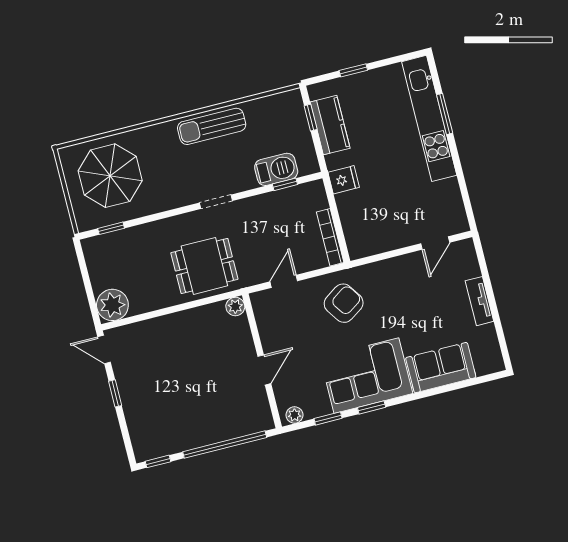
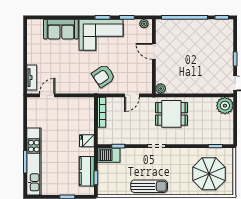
barbecue: (276, 169) -> (109, 155), moved
tv unit: (479, 301) -> (32, 78), moved
door: (264, 370) -> (154, 51), hinge flipped

